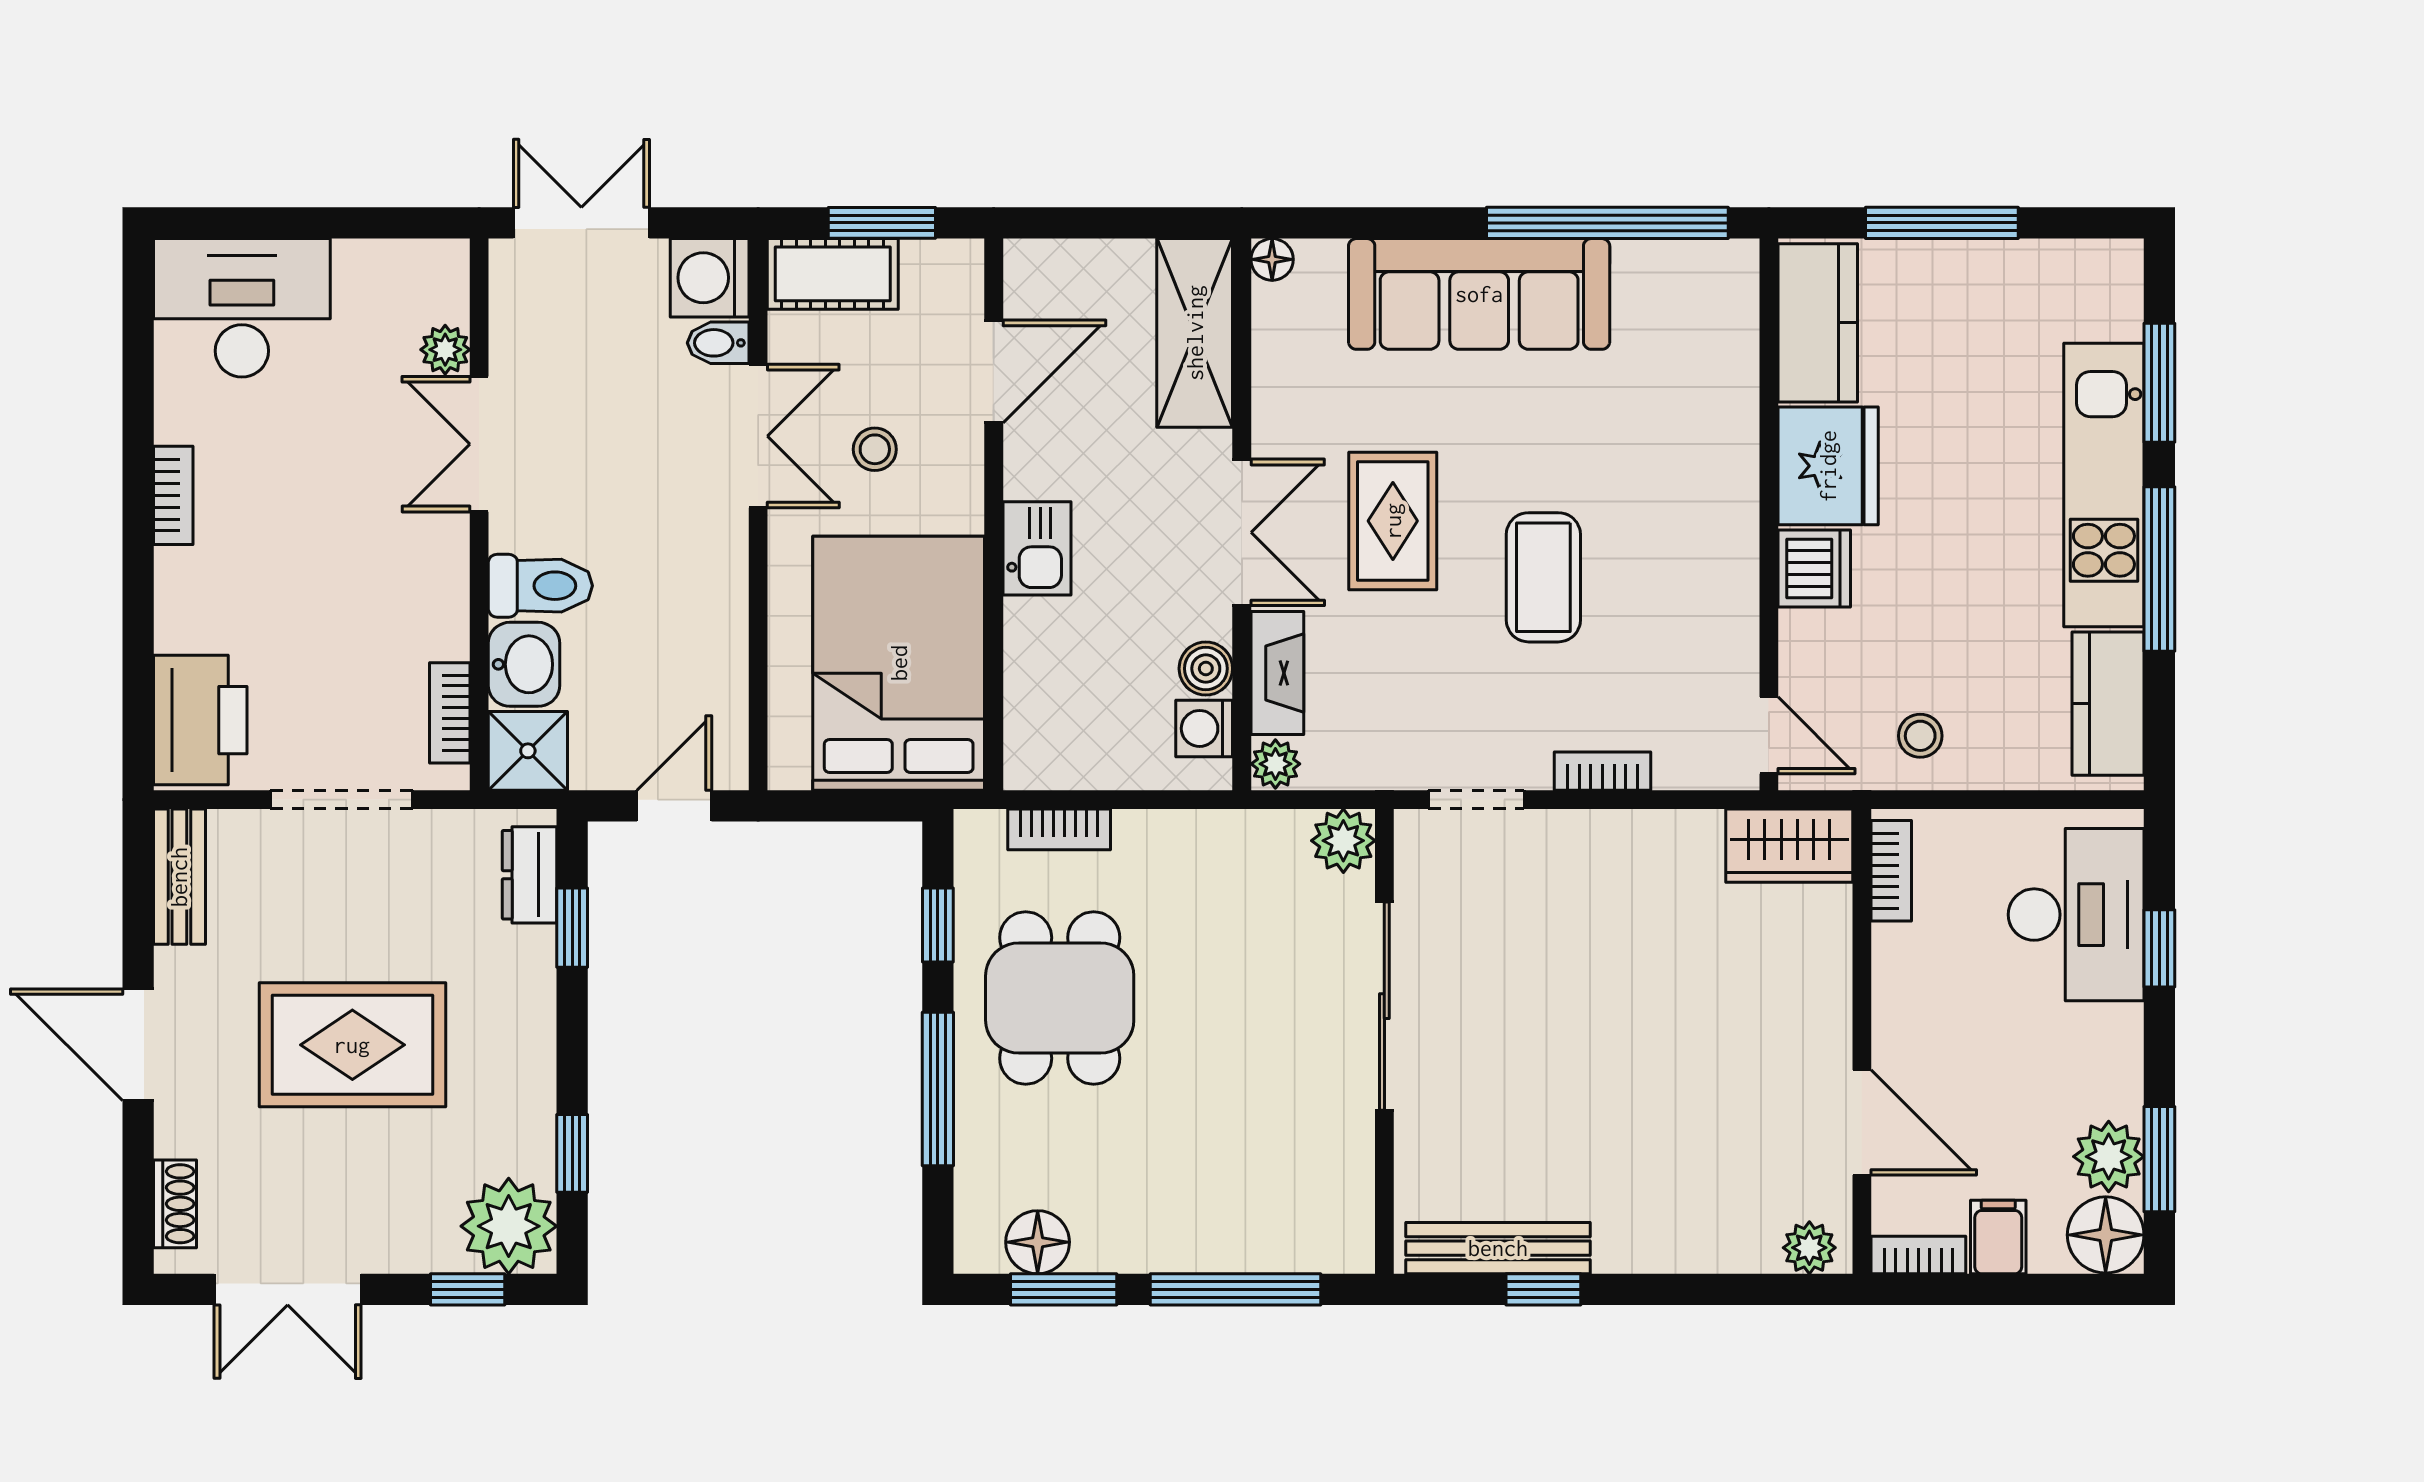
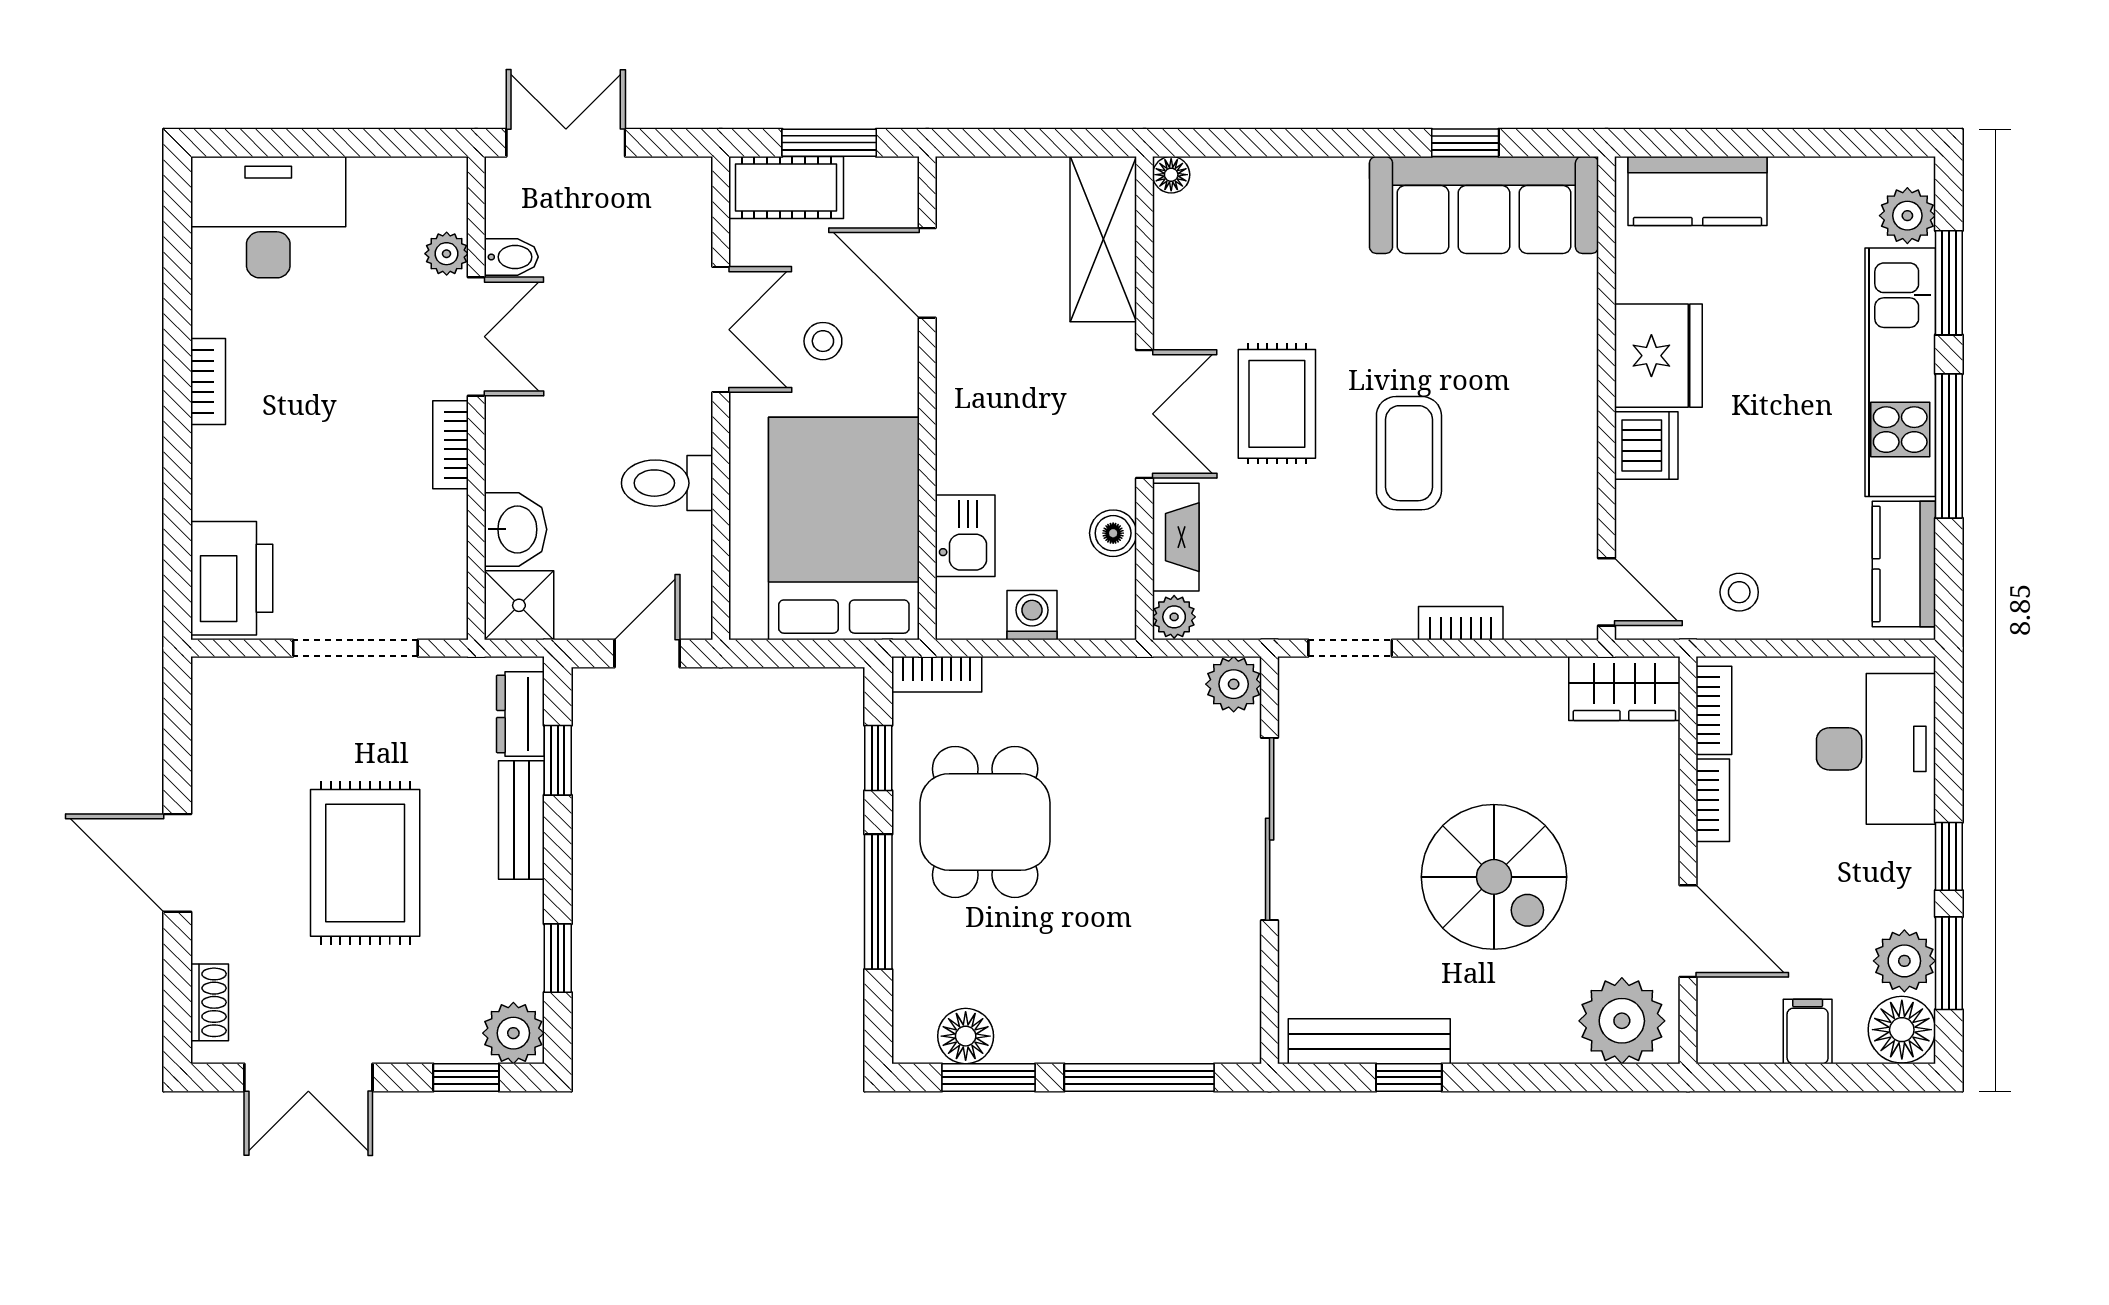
window: (1607, 223) -> (1465, 143), width x0.32
window: (1942, 223) -> (1758, 143), removed
washing machine: (710, 278) -> (678, 191), removed
sofa: (1479, 294) -> (1484, 205), moved
plant: (2112, 306) -> (1907, 216), added
kitchen counter: (1818, 323) -> (1697, 191), moved, turned 90
bidet: (718, 343) -> (511, 257), moved, turned 180
door: (994, 371) -> (927, 273), swing flipped
double door: (479, 444) -> (476, 337), swing flipped
kitchen sink: (1037, 548) -> (965, 536), moved
toilet: (540, 586) -> (667, 483), moved, turned 180
bookcase: (450, 713) -> (450, 445), moved
washing machine: (1204, 728) -> (1032, 615), moved, turned 90
bookcase: (1059, 829) -> (937, 674), moved
bench: (179, 877) -> (521, 820), moved
window: (2159, 948) -> (1949, 856), moved
rug: (352, 1045) -> (365, 863), turned 90
spiral stairs: (1640, 1061) -> (1494, 877), added
plant: (509, 1226) -> (513, 1033), width x0.73, depth x0.73
plant: (1809, 1248) -> (1622, 1021), width x1.87, depth x1.87
bookcase: (1918, 1255) -> (1713, 800), moved, turned 90

